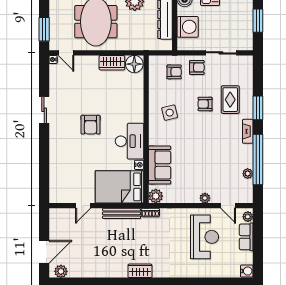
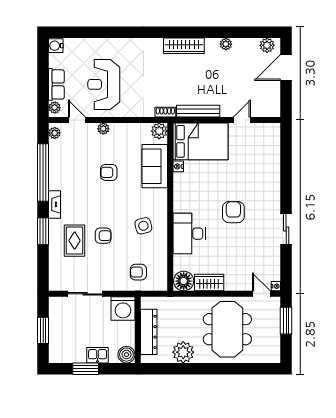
washing machine: (188, 27) -> (123, 309), moved, turned -90
armchair: (197, 67) -> (109, 172), moved
desk: (130, 141) -> (189, 234), moved
plant: (248, 174) -> (55, 133), moved
wardrobe: (140, 271) -> (184, 46), width x1.50
plant: (97, 272) -> (226, 44), added

